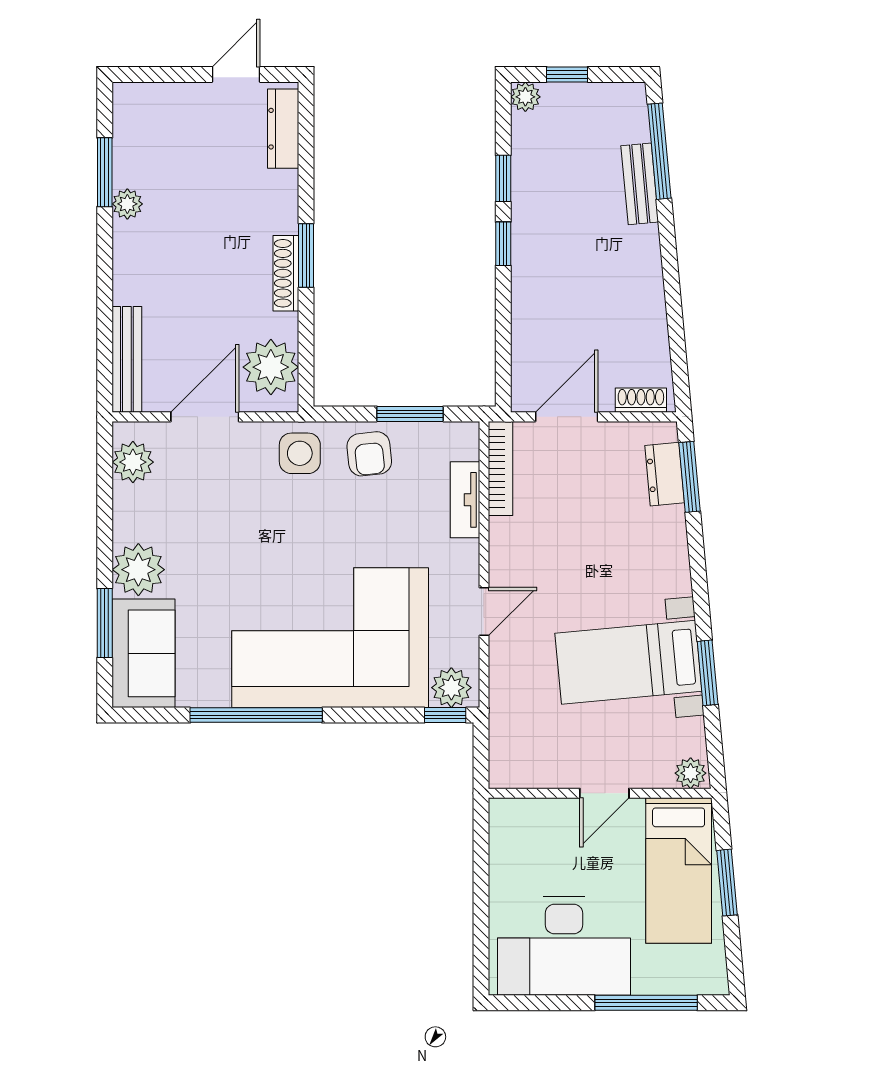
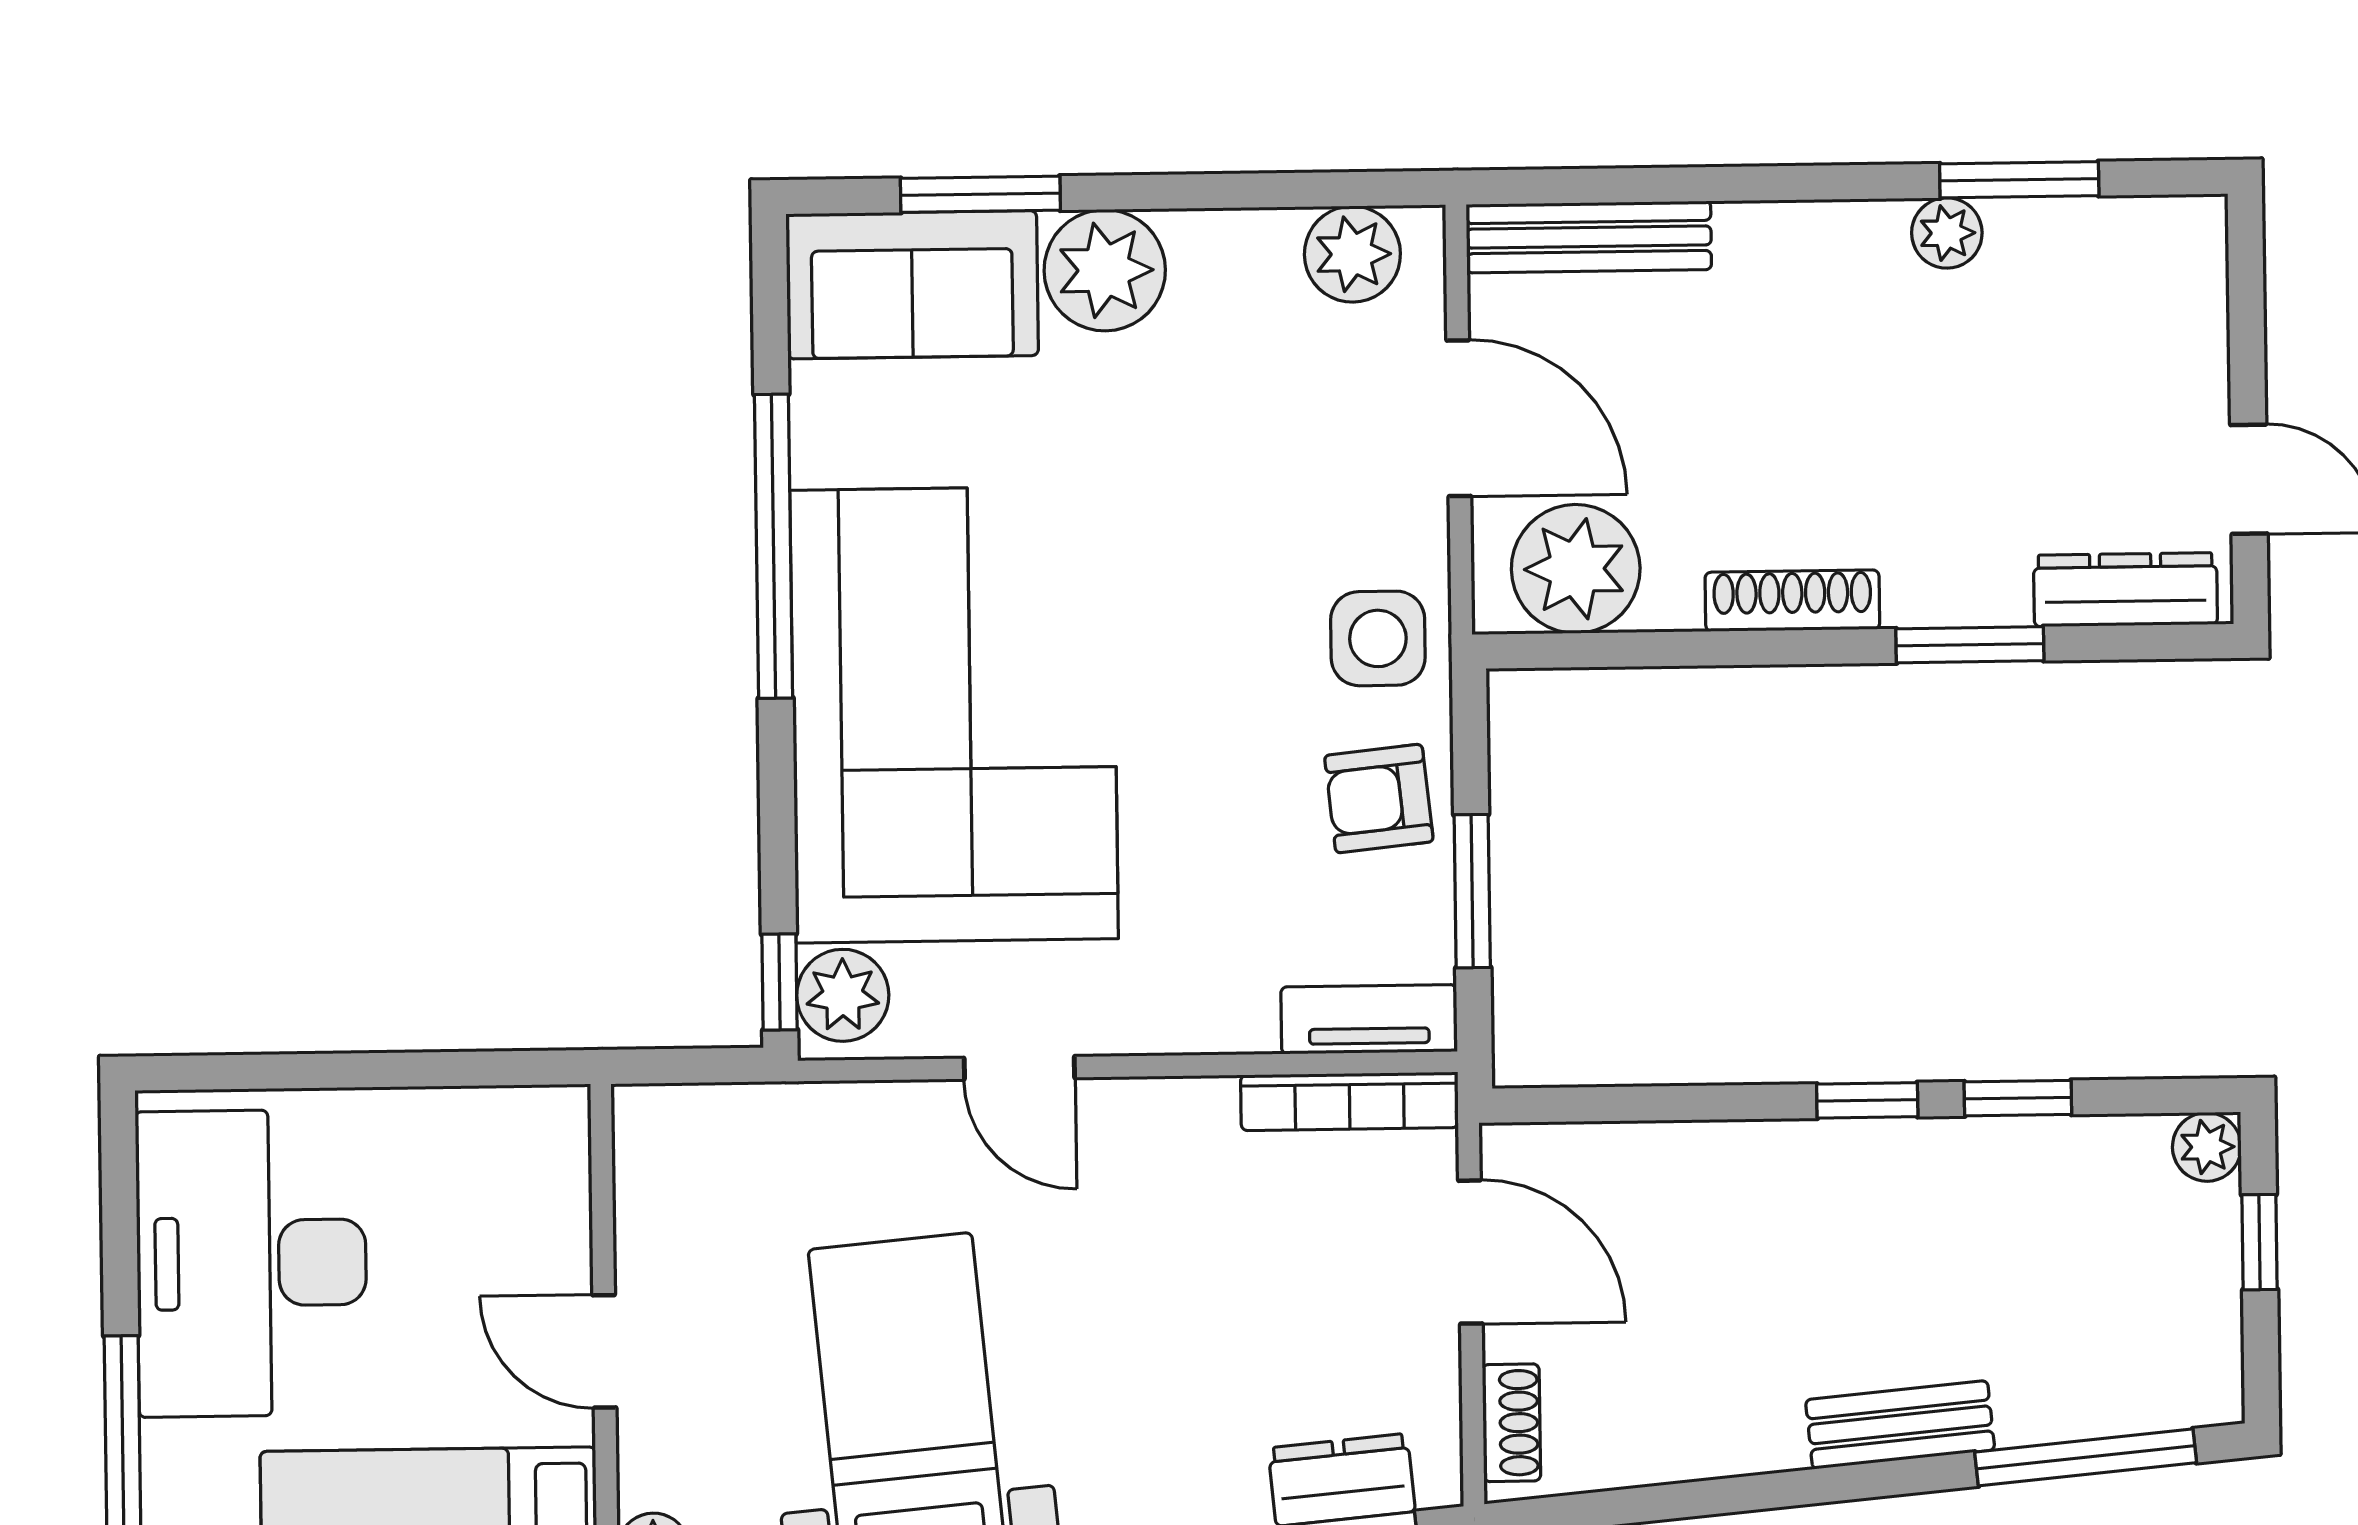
bench: (640, 184) -> (1900, 1425), moved
window: (306, 256) -> (1970, 645), moved
tv unit: (465, 500) -> (1369, 1019), moved

